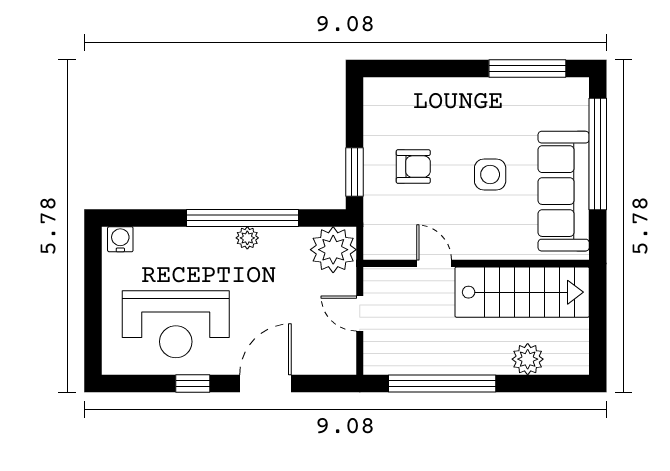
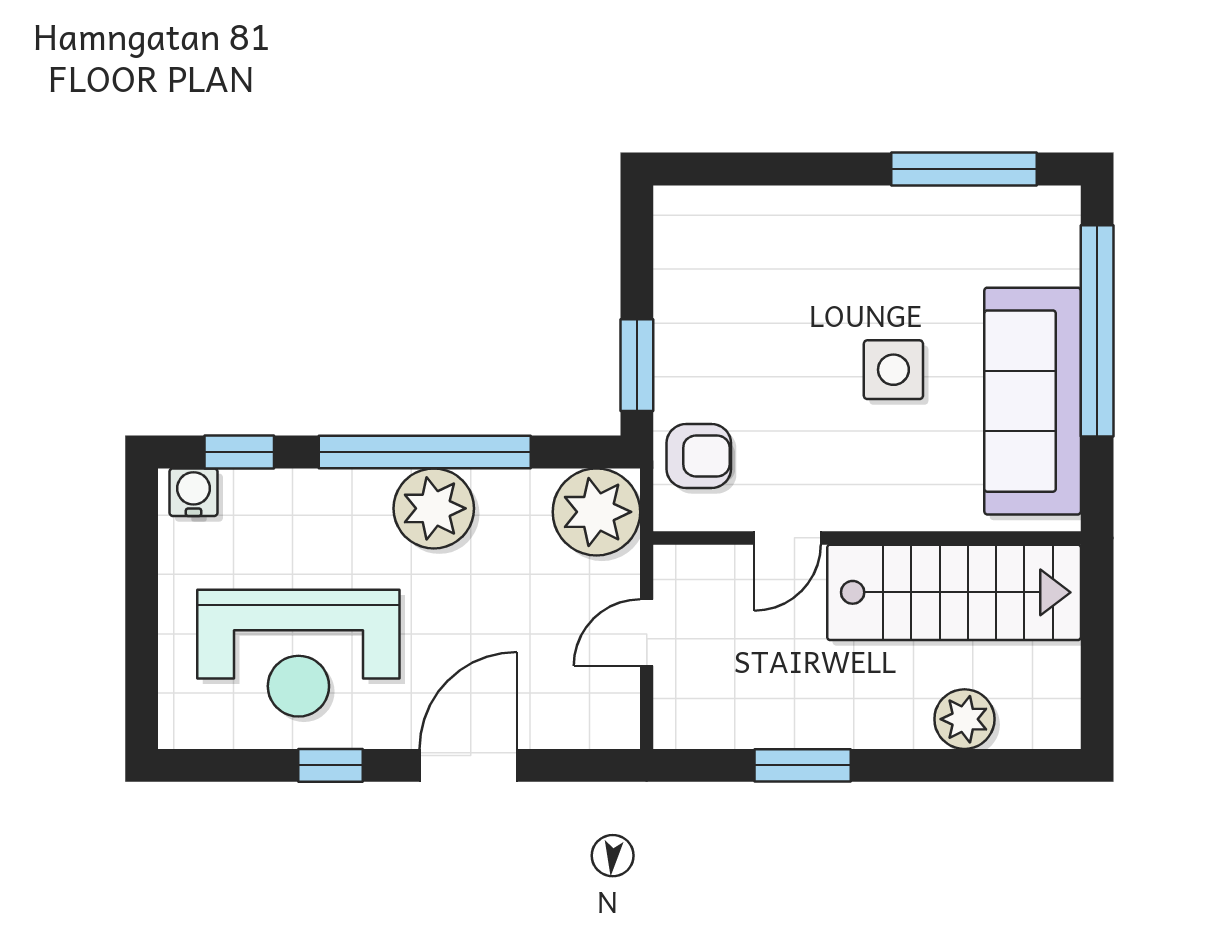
armchair: (413, 167) -> (699, 456), moved
window: (144, 218) -> (239, 452), added
plant: (247, 238) -> (434, 508), width x1.88, depth x1.88
door: (434, 263) -> (787, 538), swing flipped
door: (360, 313) -> (647, 633), hinge flipped
window: (442, 384) -> (803, 765), width x0.47

